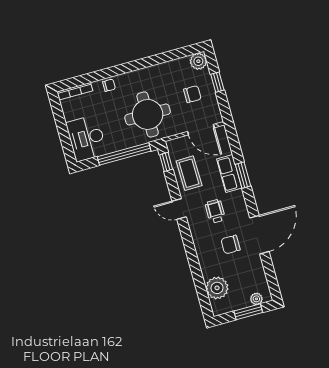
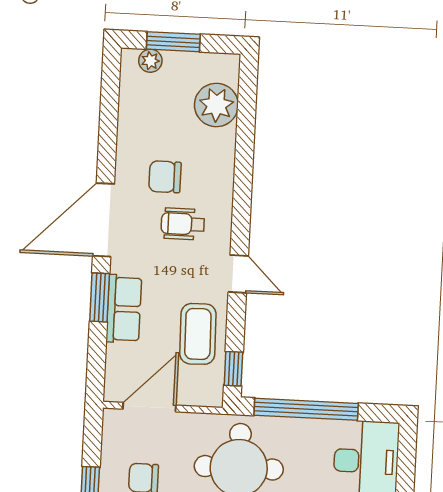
door: (201, 130) -> (149, 407), hinge flipped
wheelchair: (215, 211) -> (183, 224), moved, turned 90
door: (259, 235) -> (103, 220), moved
chair: (231, 245) -> (165, 177), turned 180

